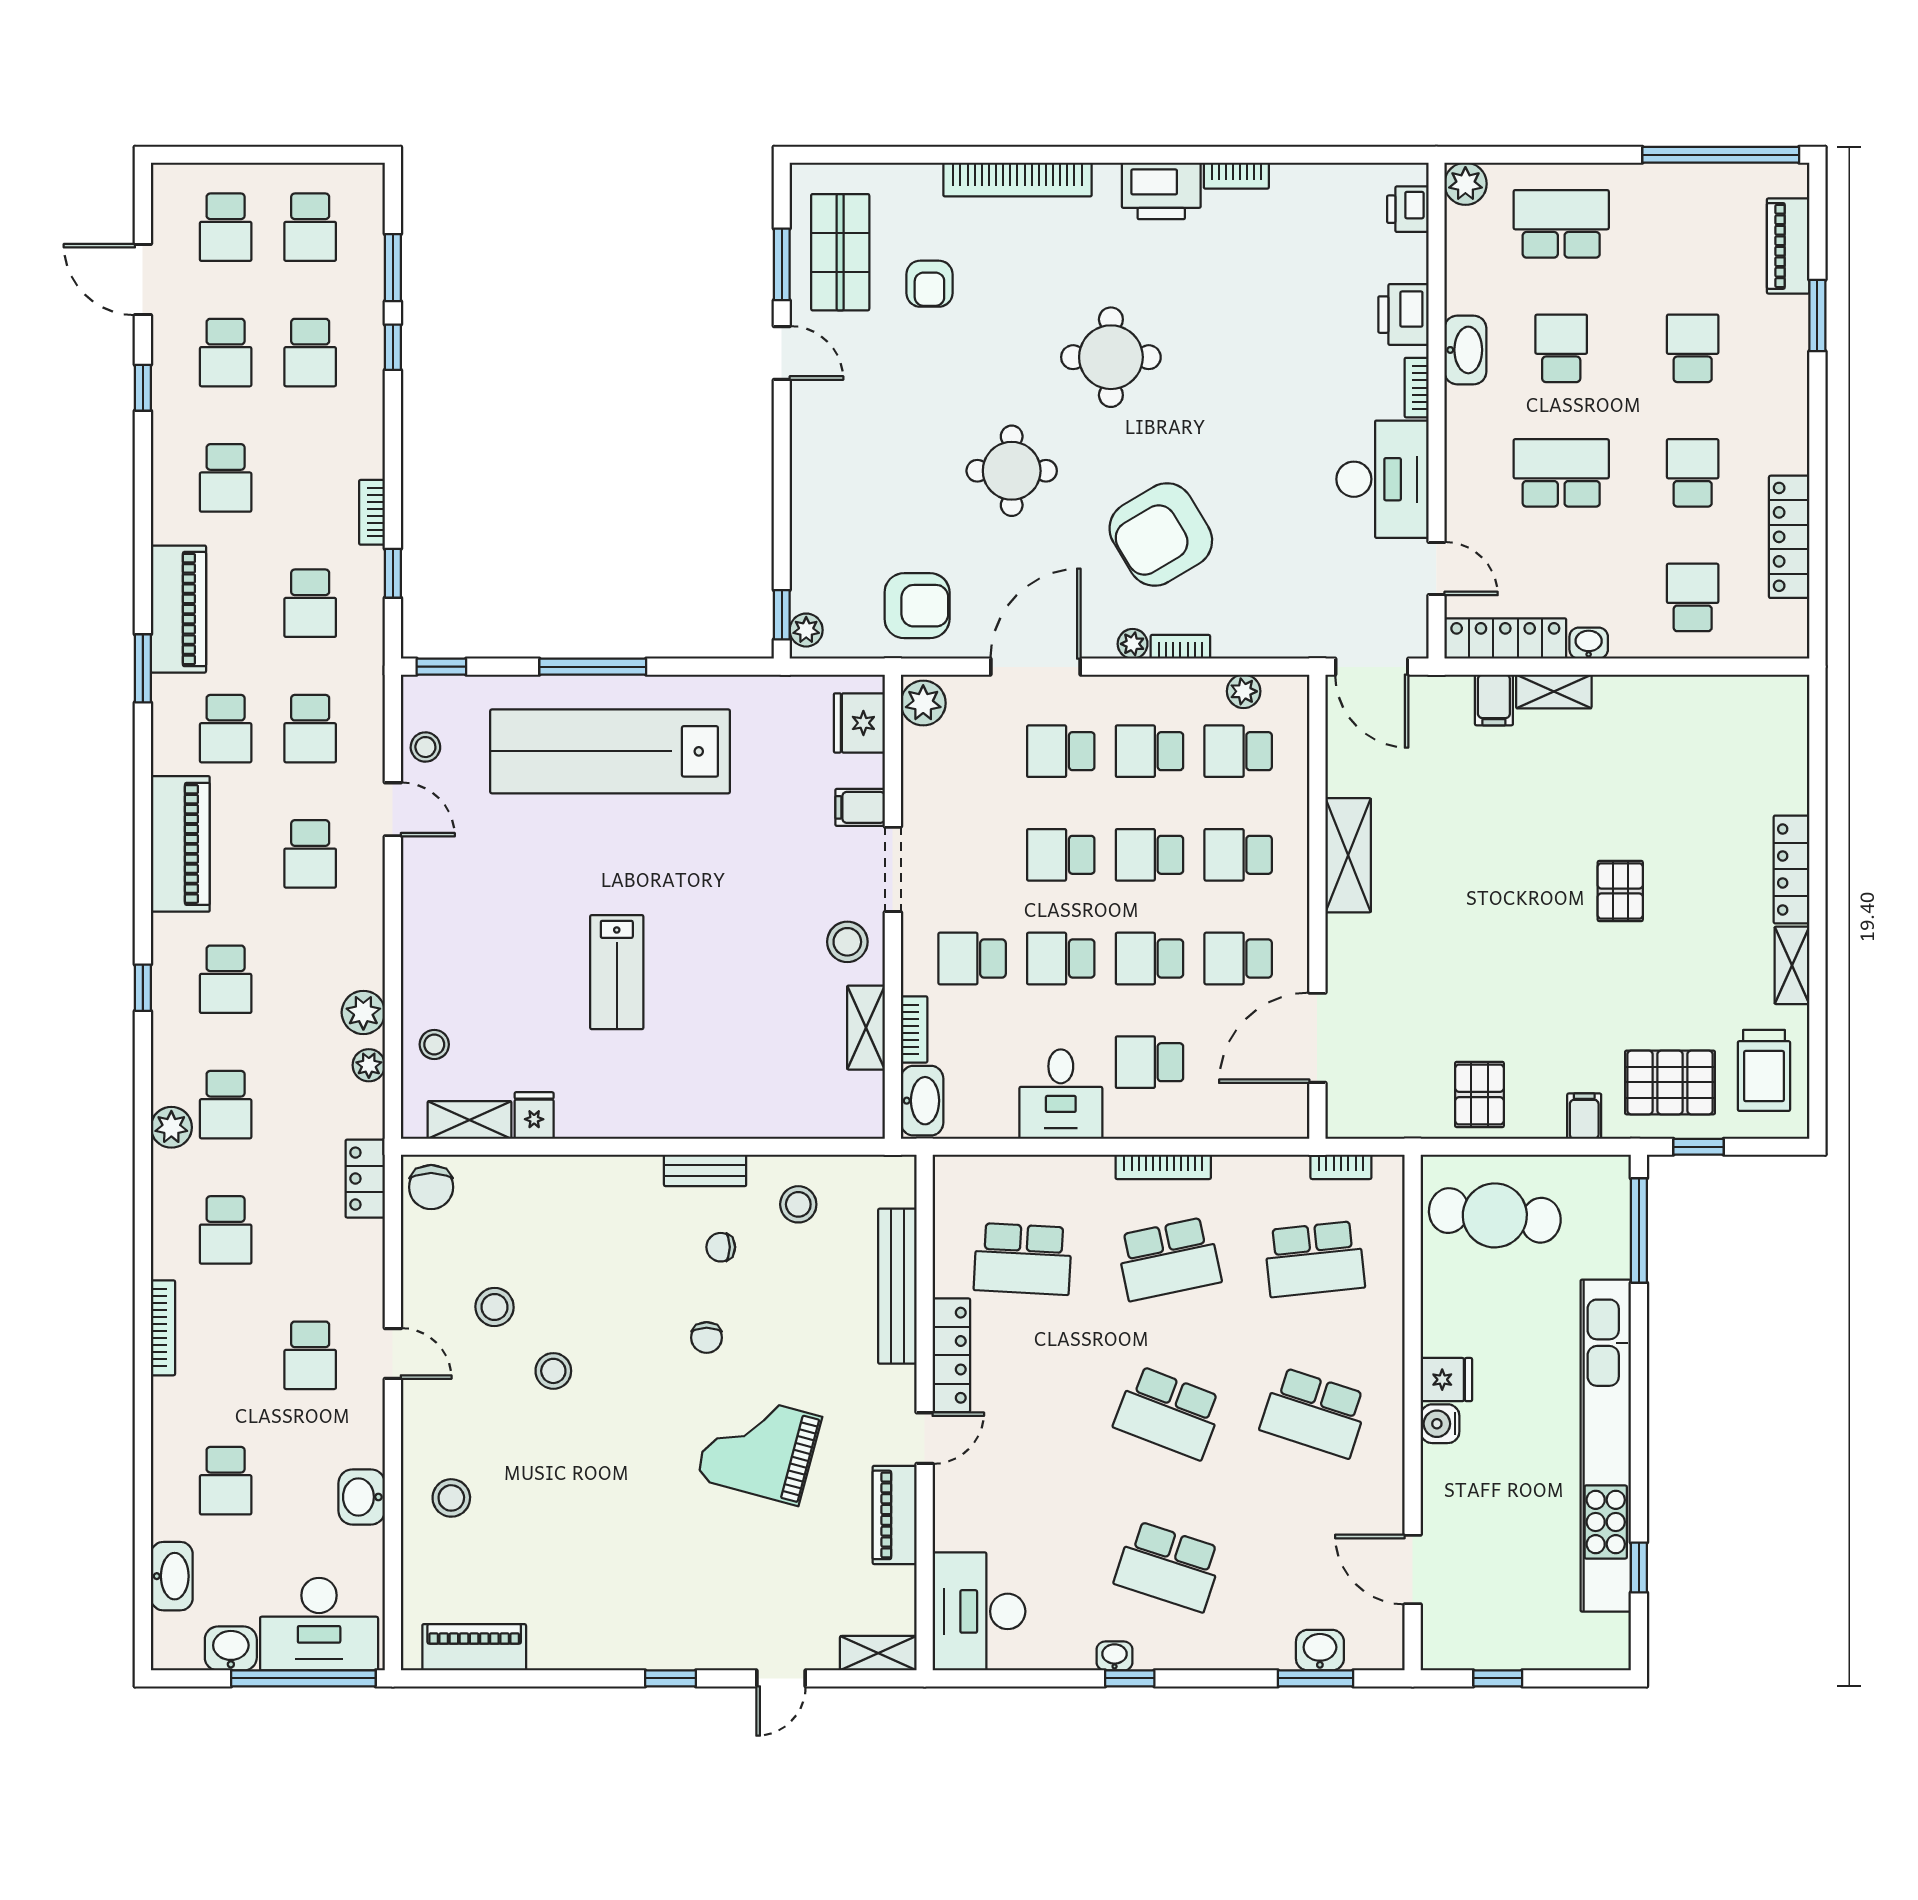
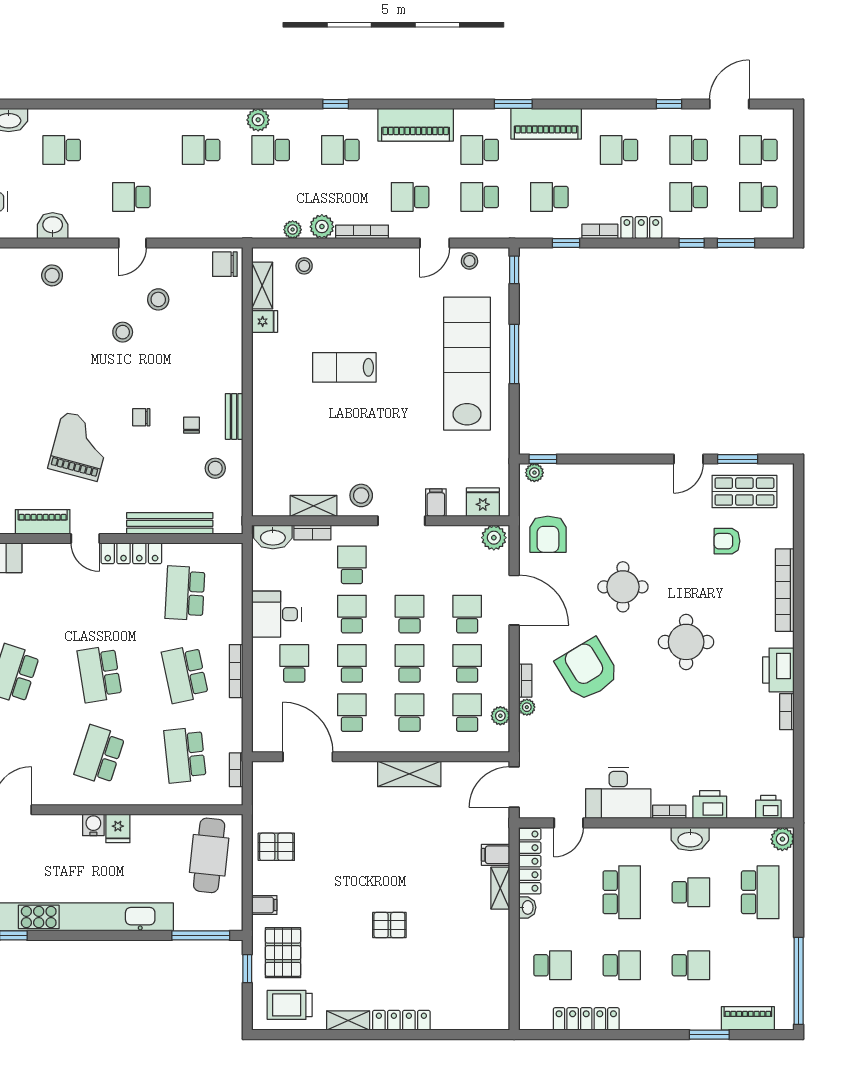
plant: (1133, 644) -> (527, 707), moved
locker: (365, 1179) -> (641, 228), moved
bookcase: (163, 1328) -> (362, 232), moved, turned 180
school desk: (1169, 1413) -> (100, 674), turned -30

